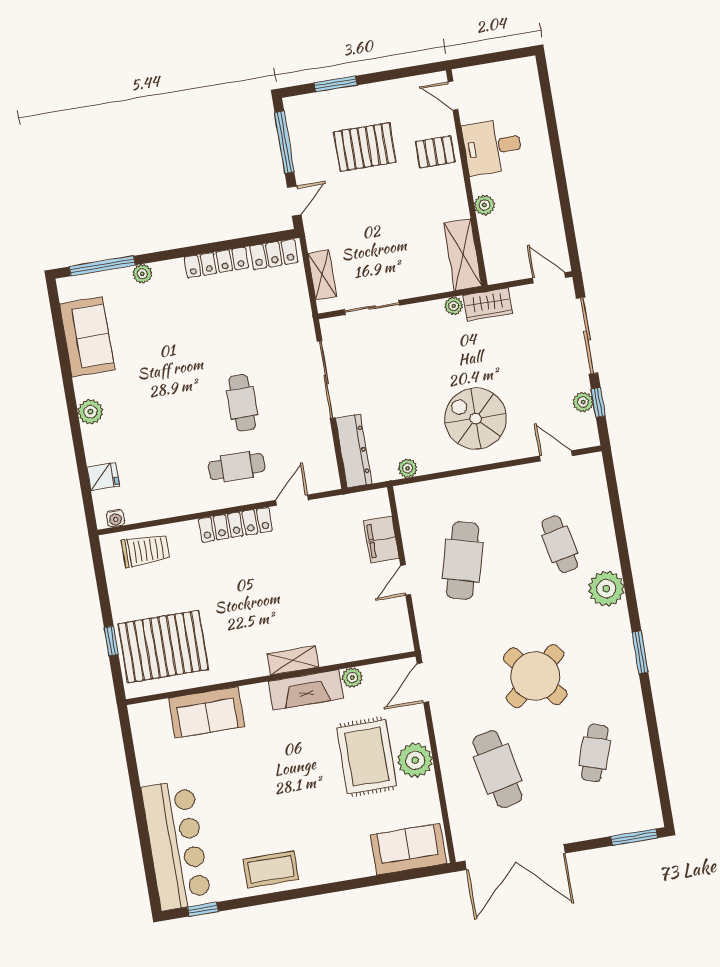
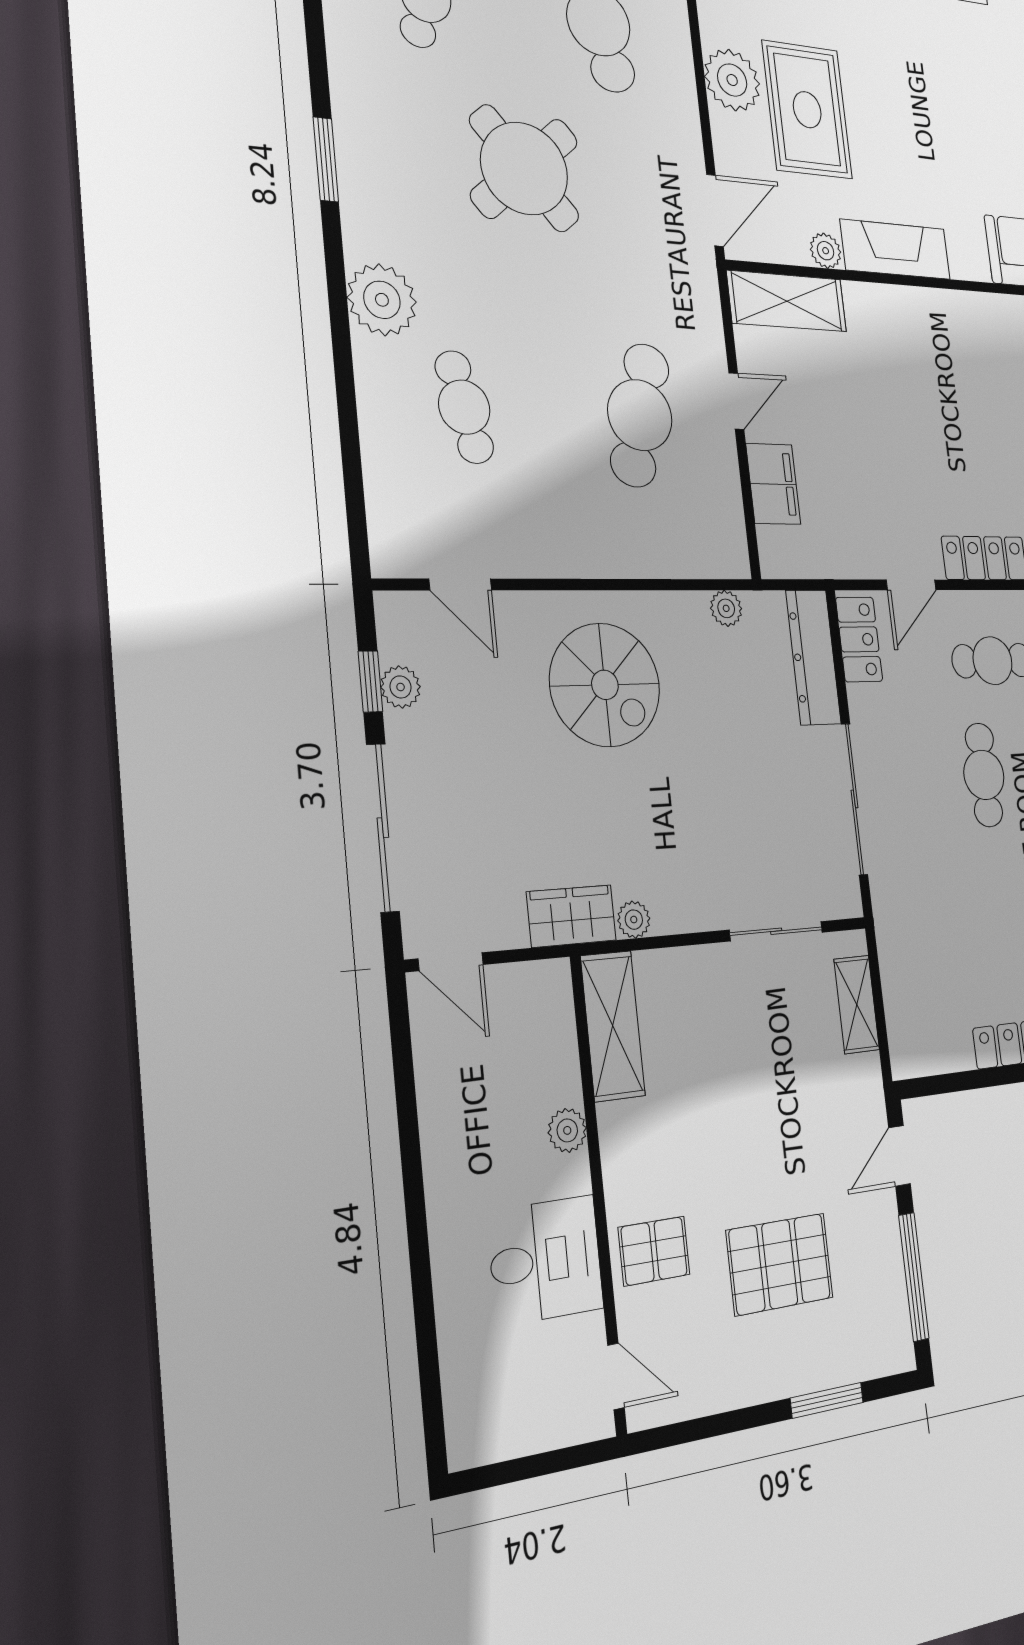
locker: (274, 254) -> (859, 639), moved, turned 90
shelving: (293, 660) -> (787, 301), moved, width x1.50, depth x1.33

